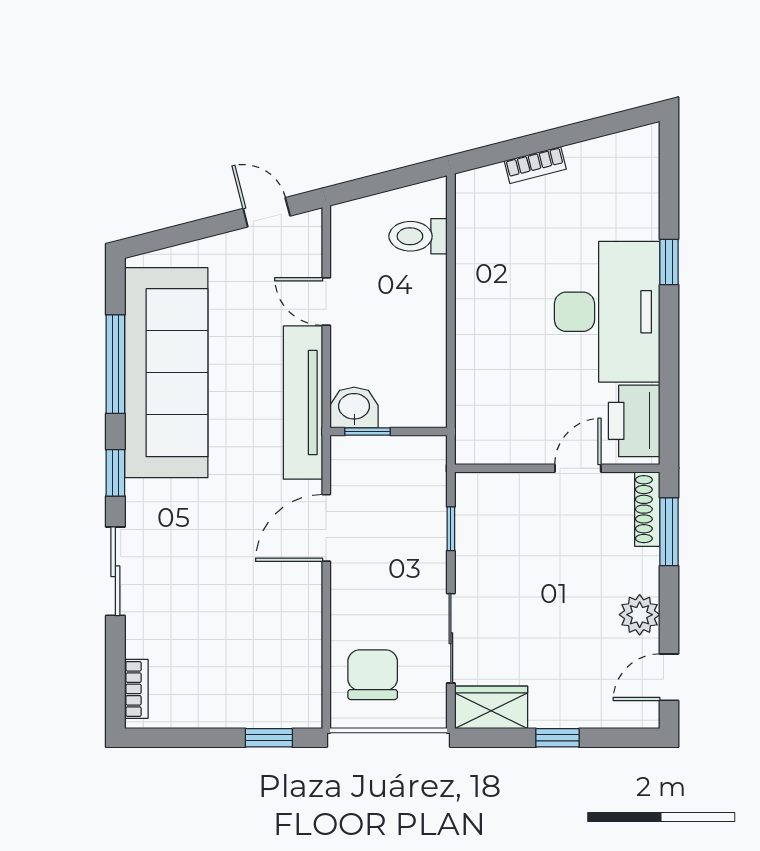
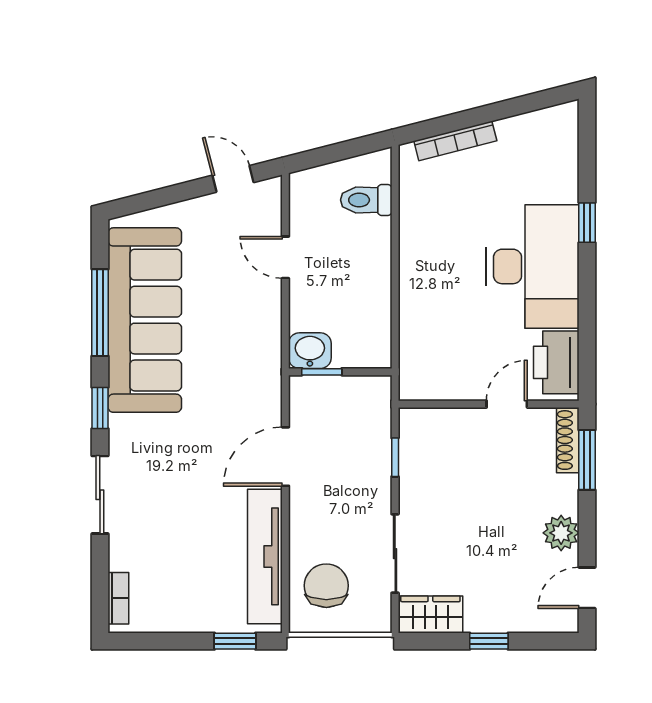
bookcase: (535, 165) -> (455, 141), width x1.56
tv unit: (303, 403) -> (265, 556), moved

